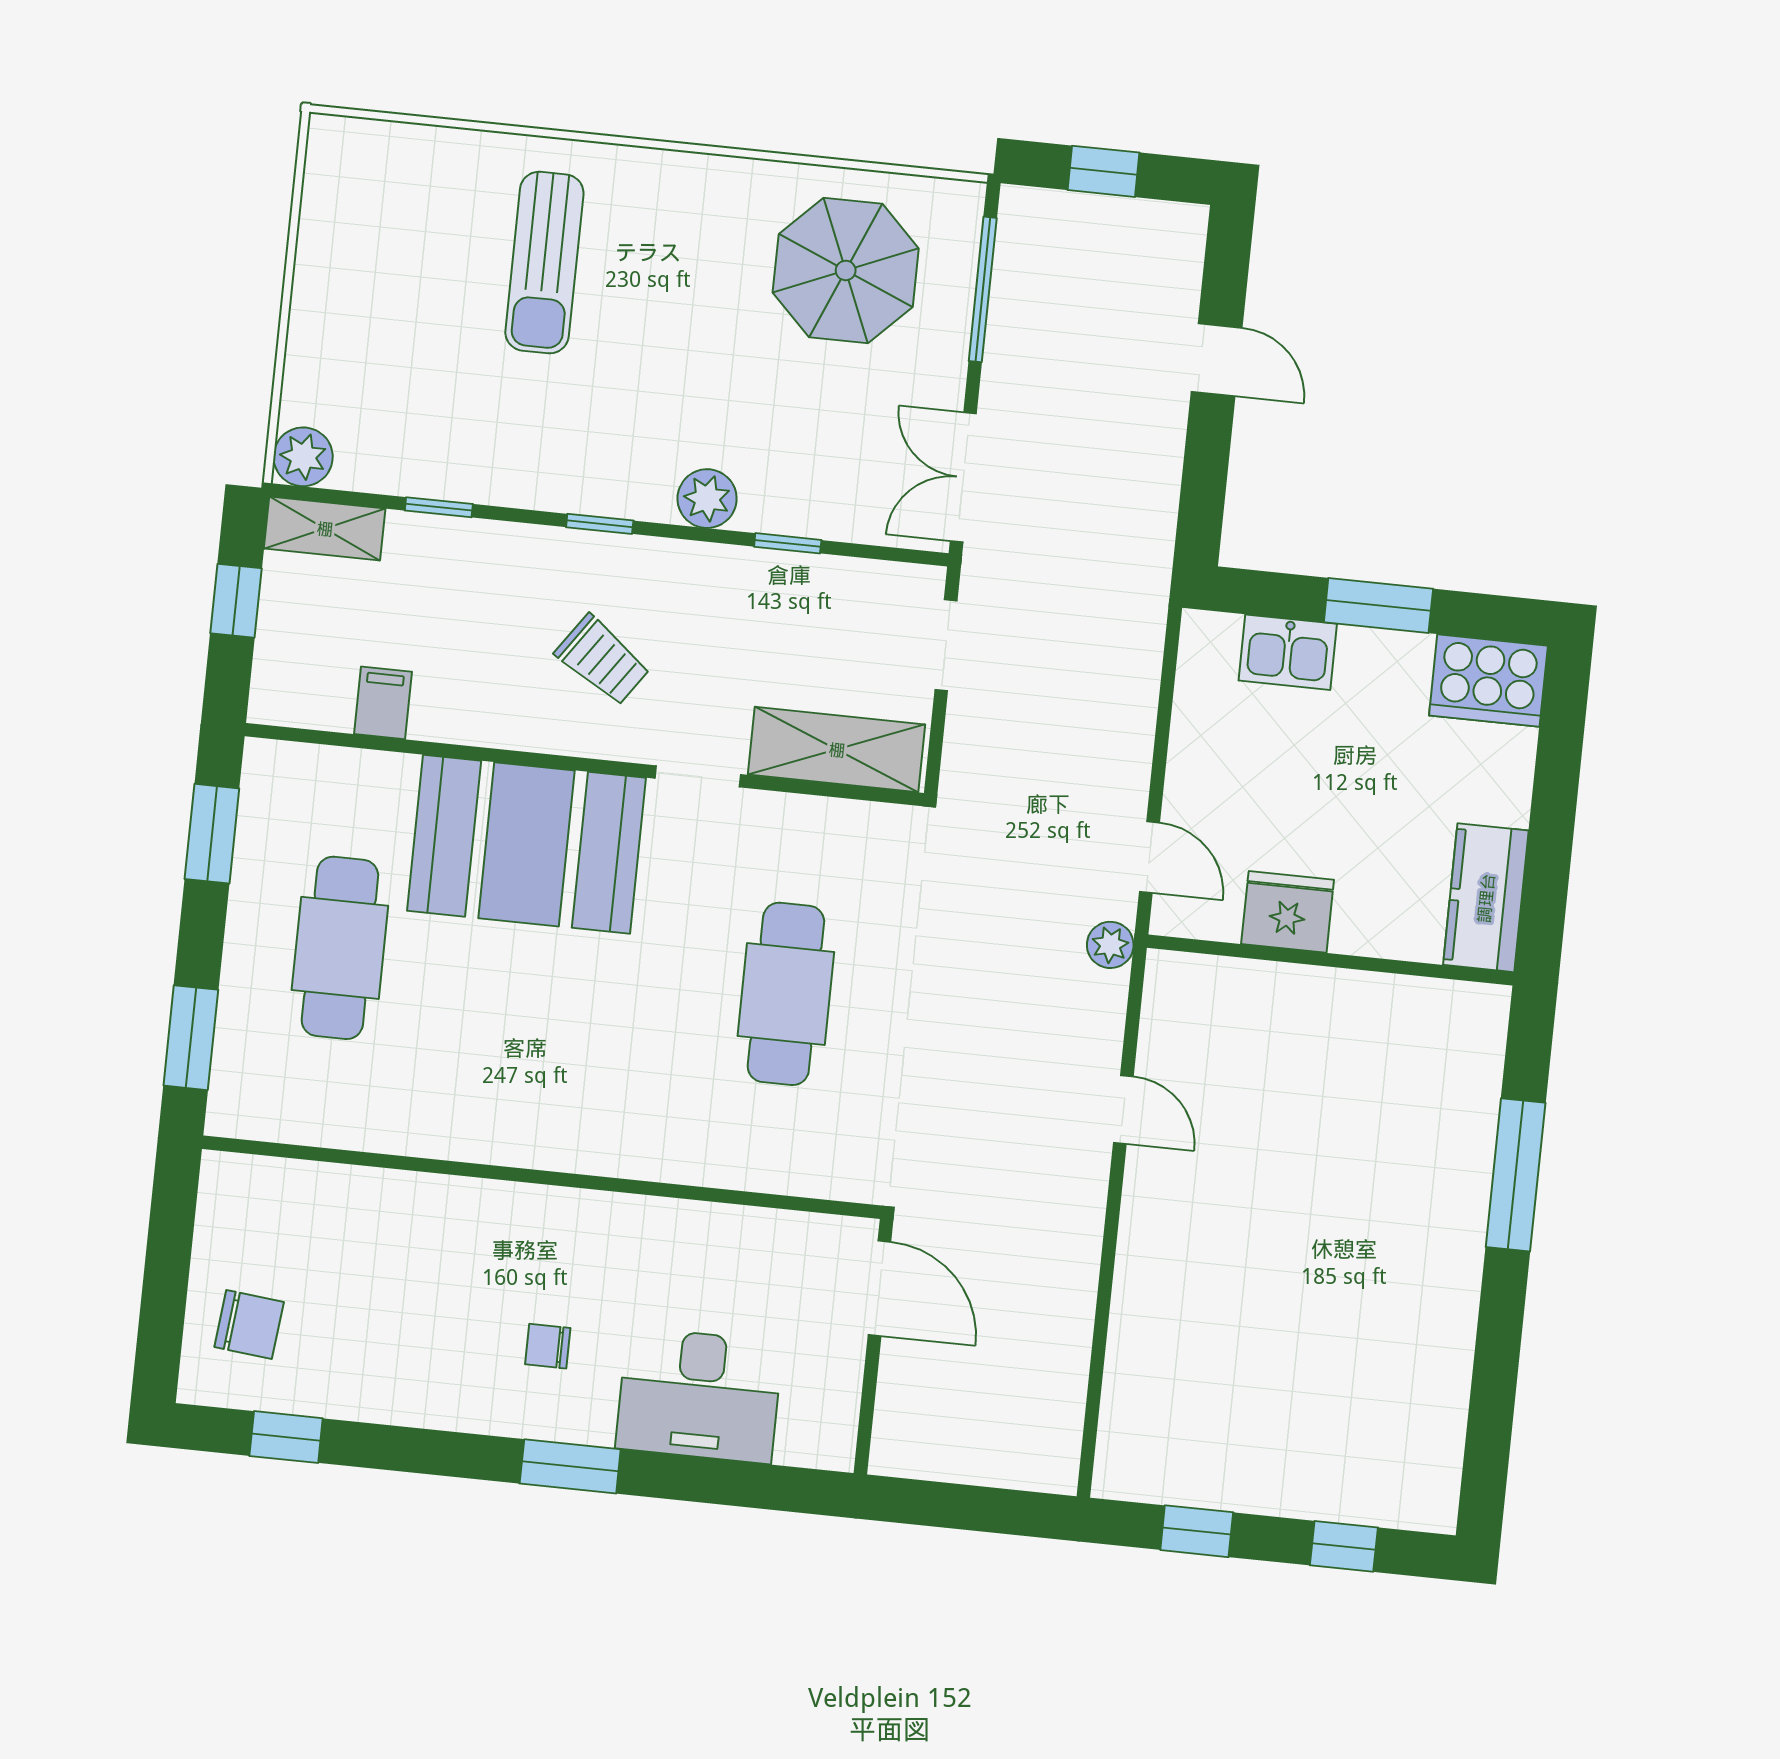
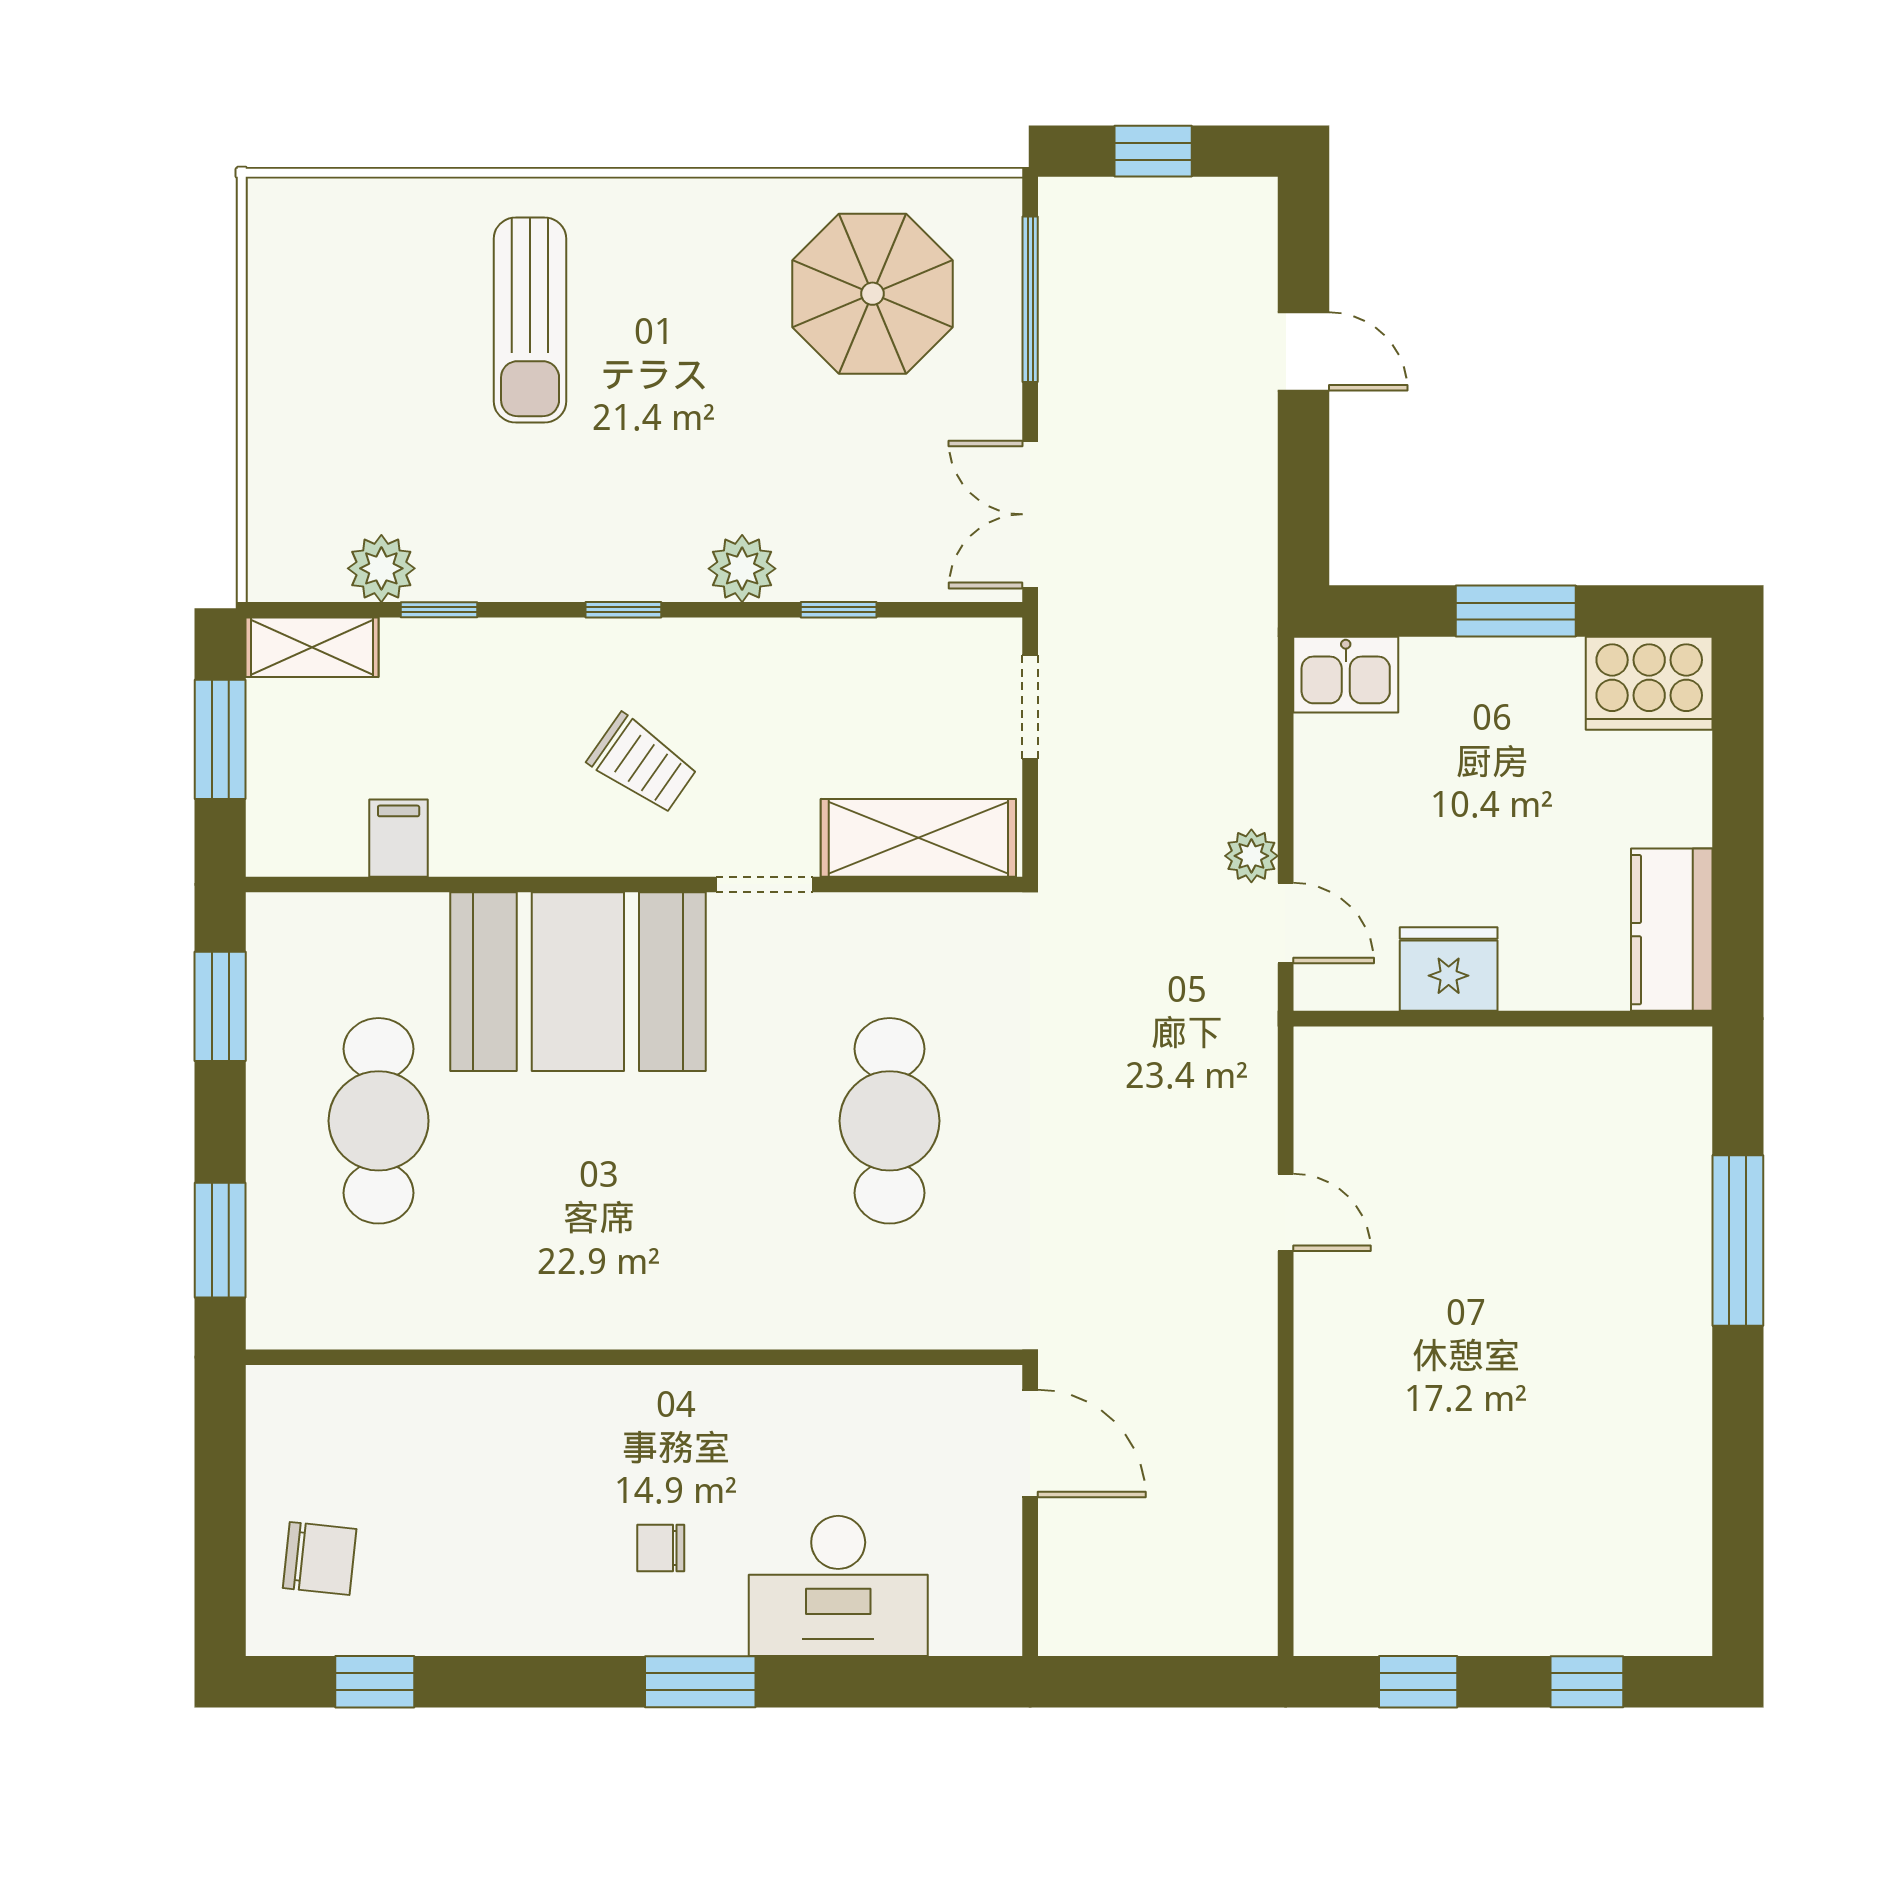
plant: (303, 457) -> (381, 568), moved
window: (236, 601) -> (220, 739), width x1.50
kitchen sink: (1288, 652) -> (1346, 675), moved
plant: (1110, 945) -> (1251, 856), moved

